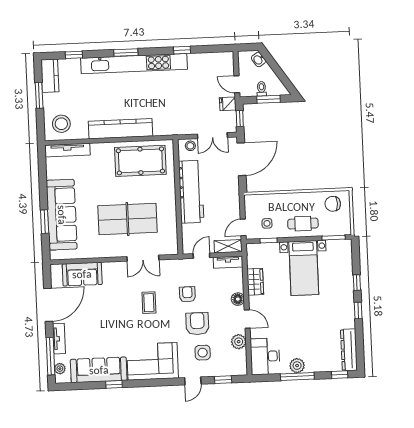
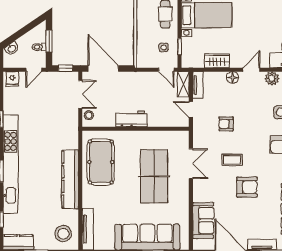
fridge: (228, 104) -> (12, 79), moved
workbench: (191, 192) -> (131, 119), width x0.53, depth x0.76
armchair: (197, 324) -> (247, 187), moved, turned 180

